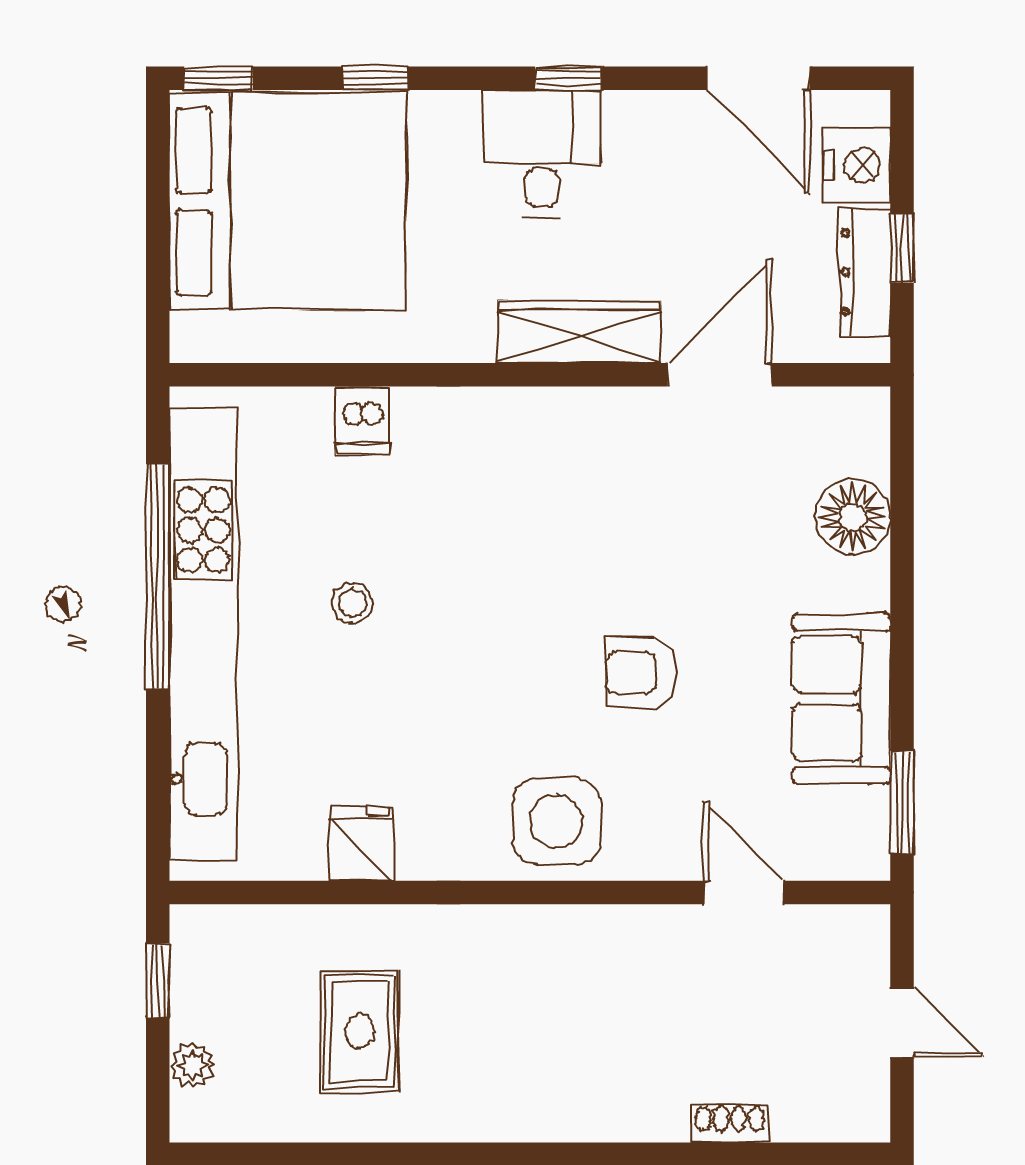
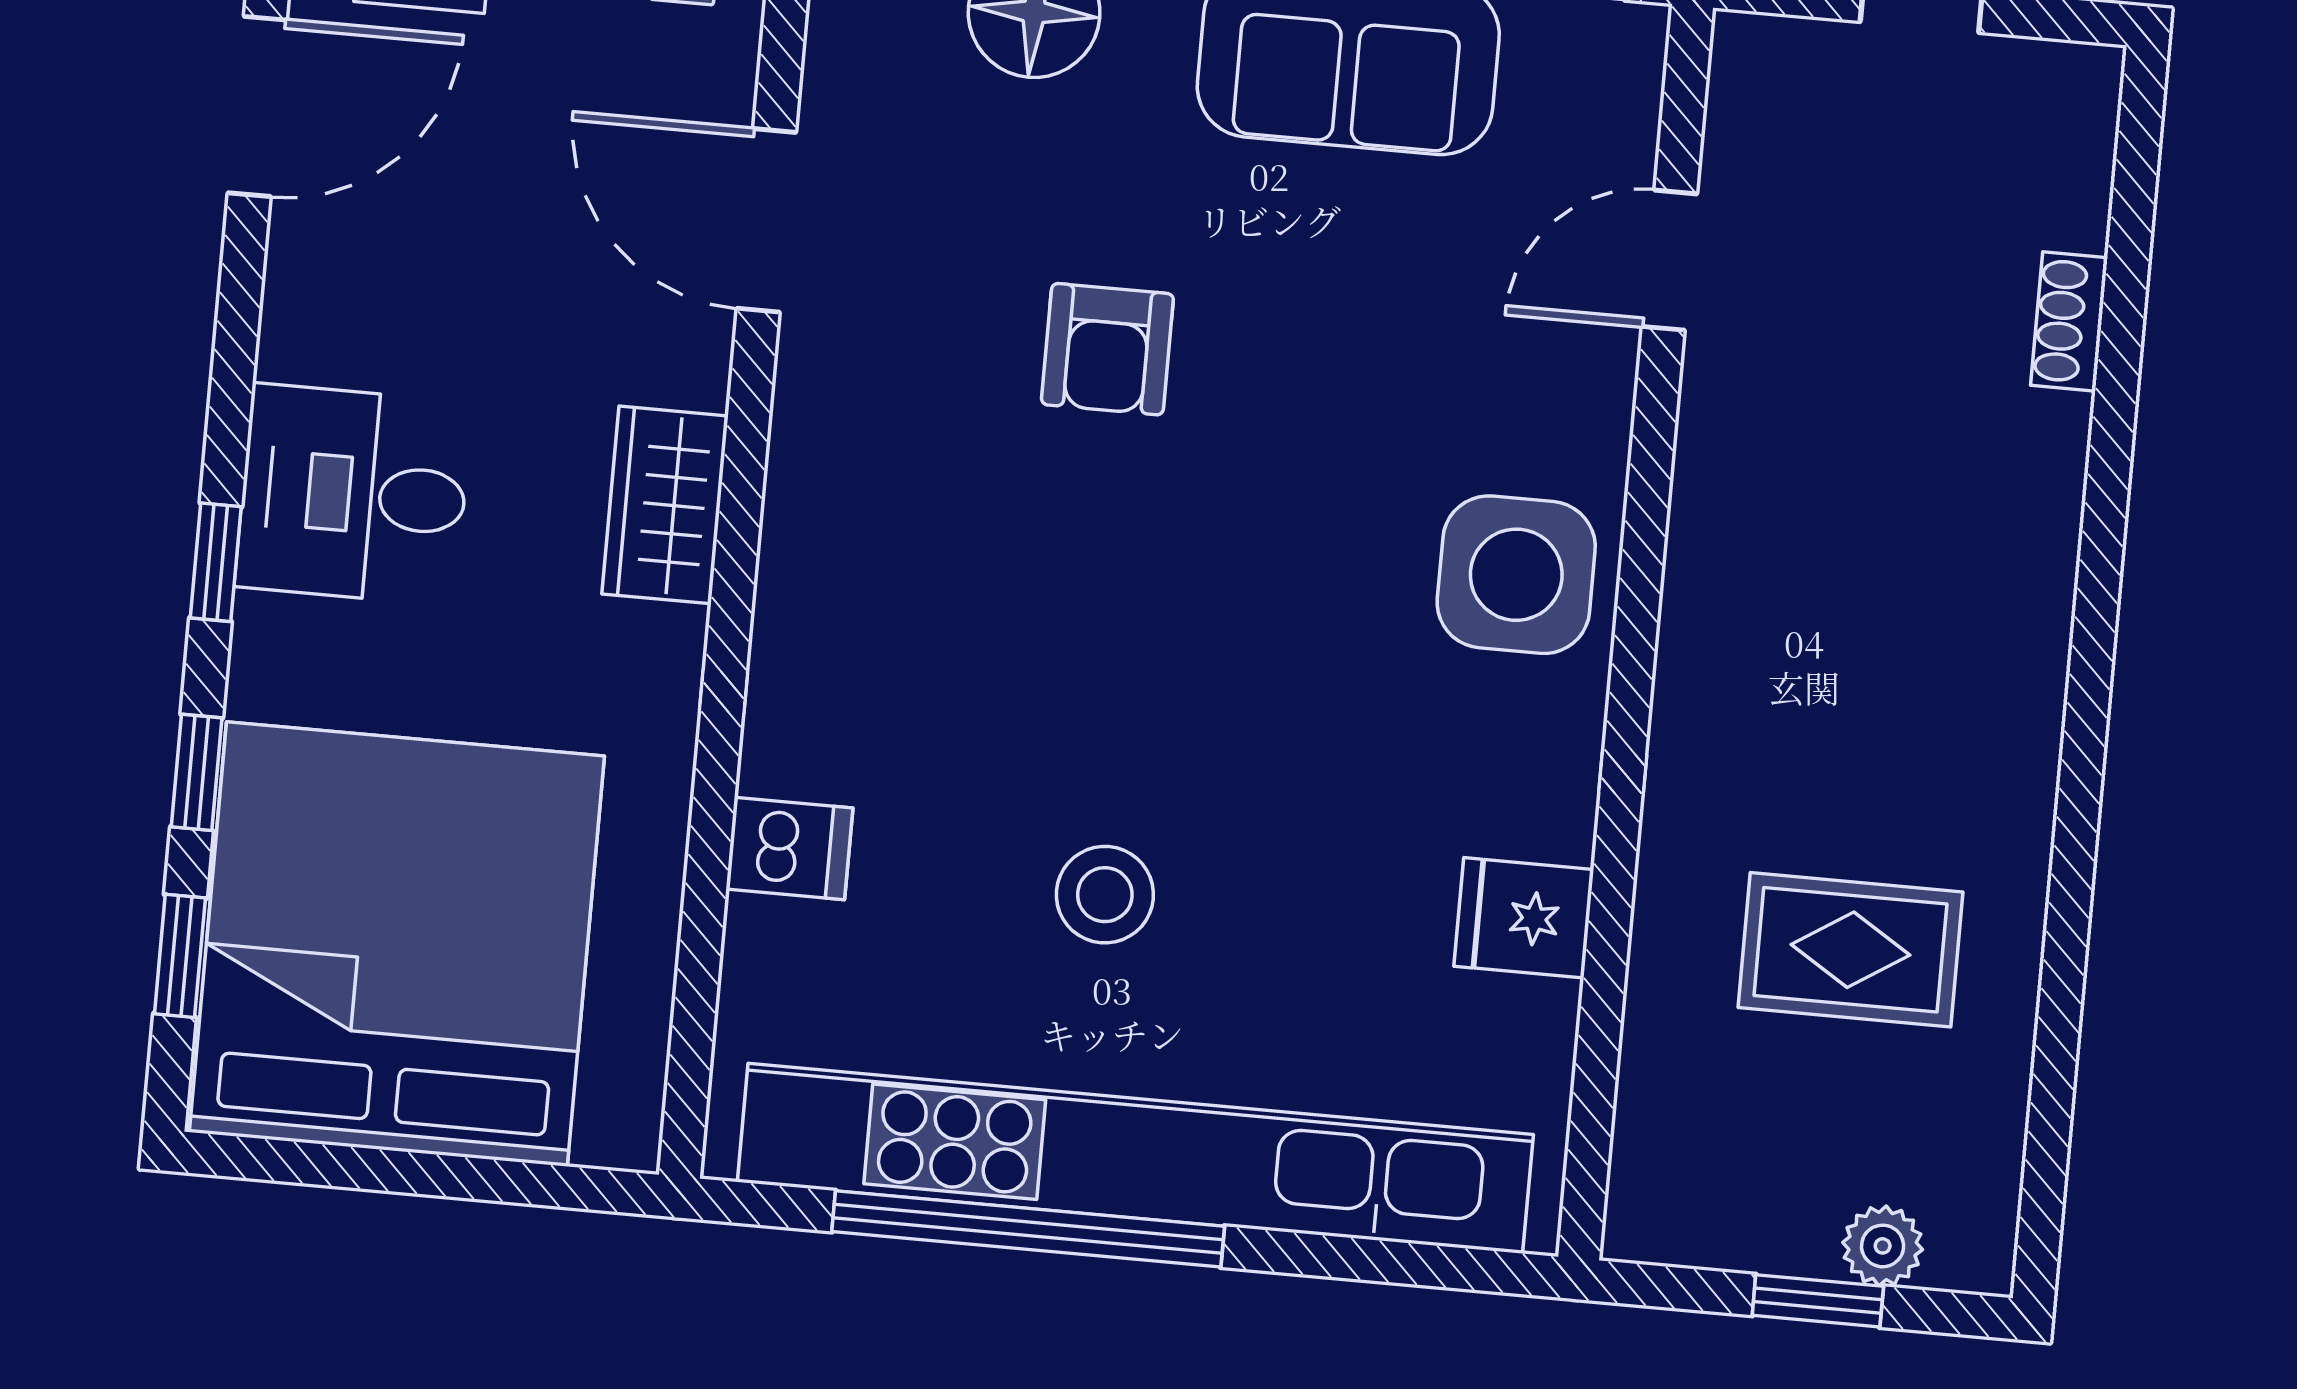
window: (219, 78) -> (180, 956), moved
window: (568, 78) -> (216, 562), moved
wardrobe: (579, 332) -> (665, 505), width x0.67
stool: (352, 603) -> (1105, 895), width x1.37, depth x1.37
armchair: (641, 672) -> (1107, 349), moved
window: (158, 981) -> (1818, 1301), moved

